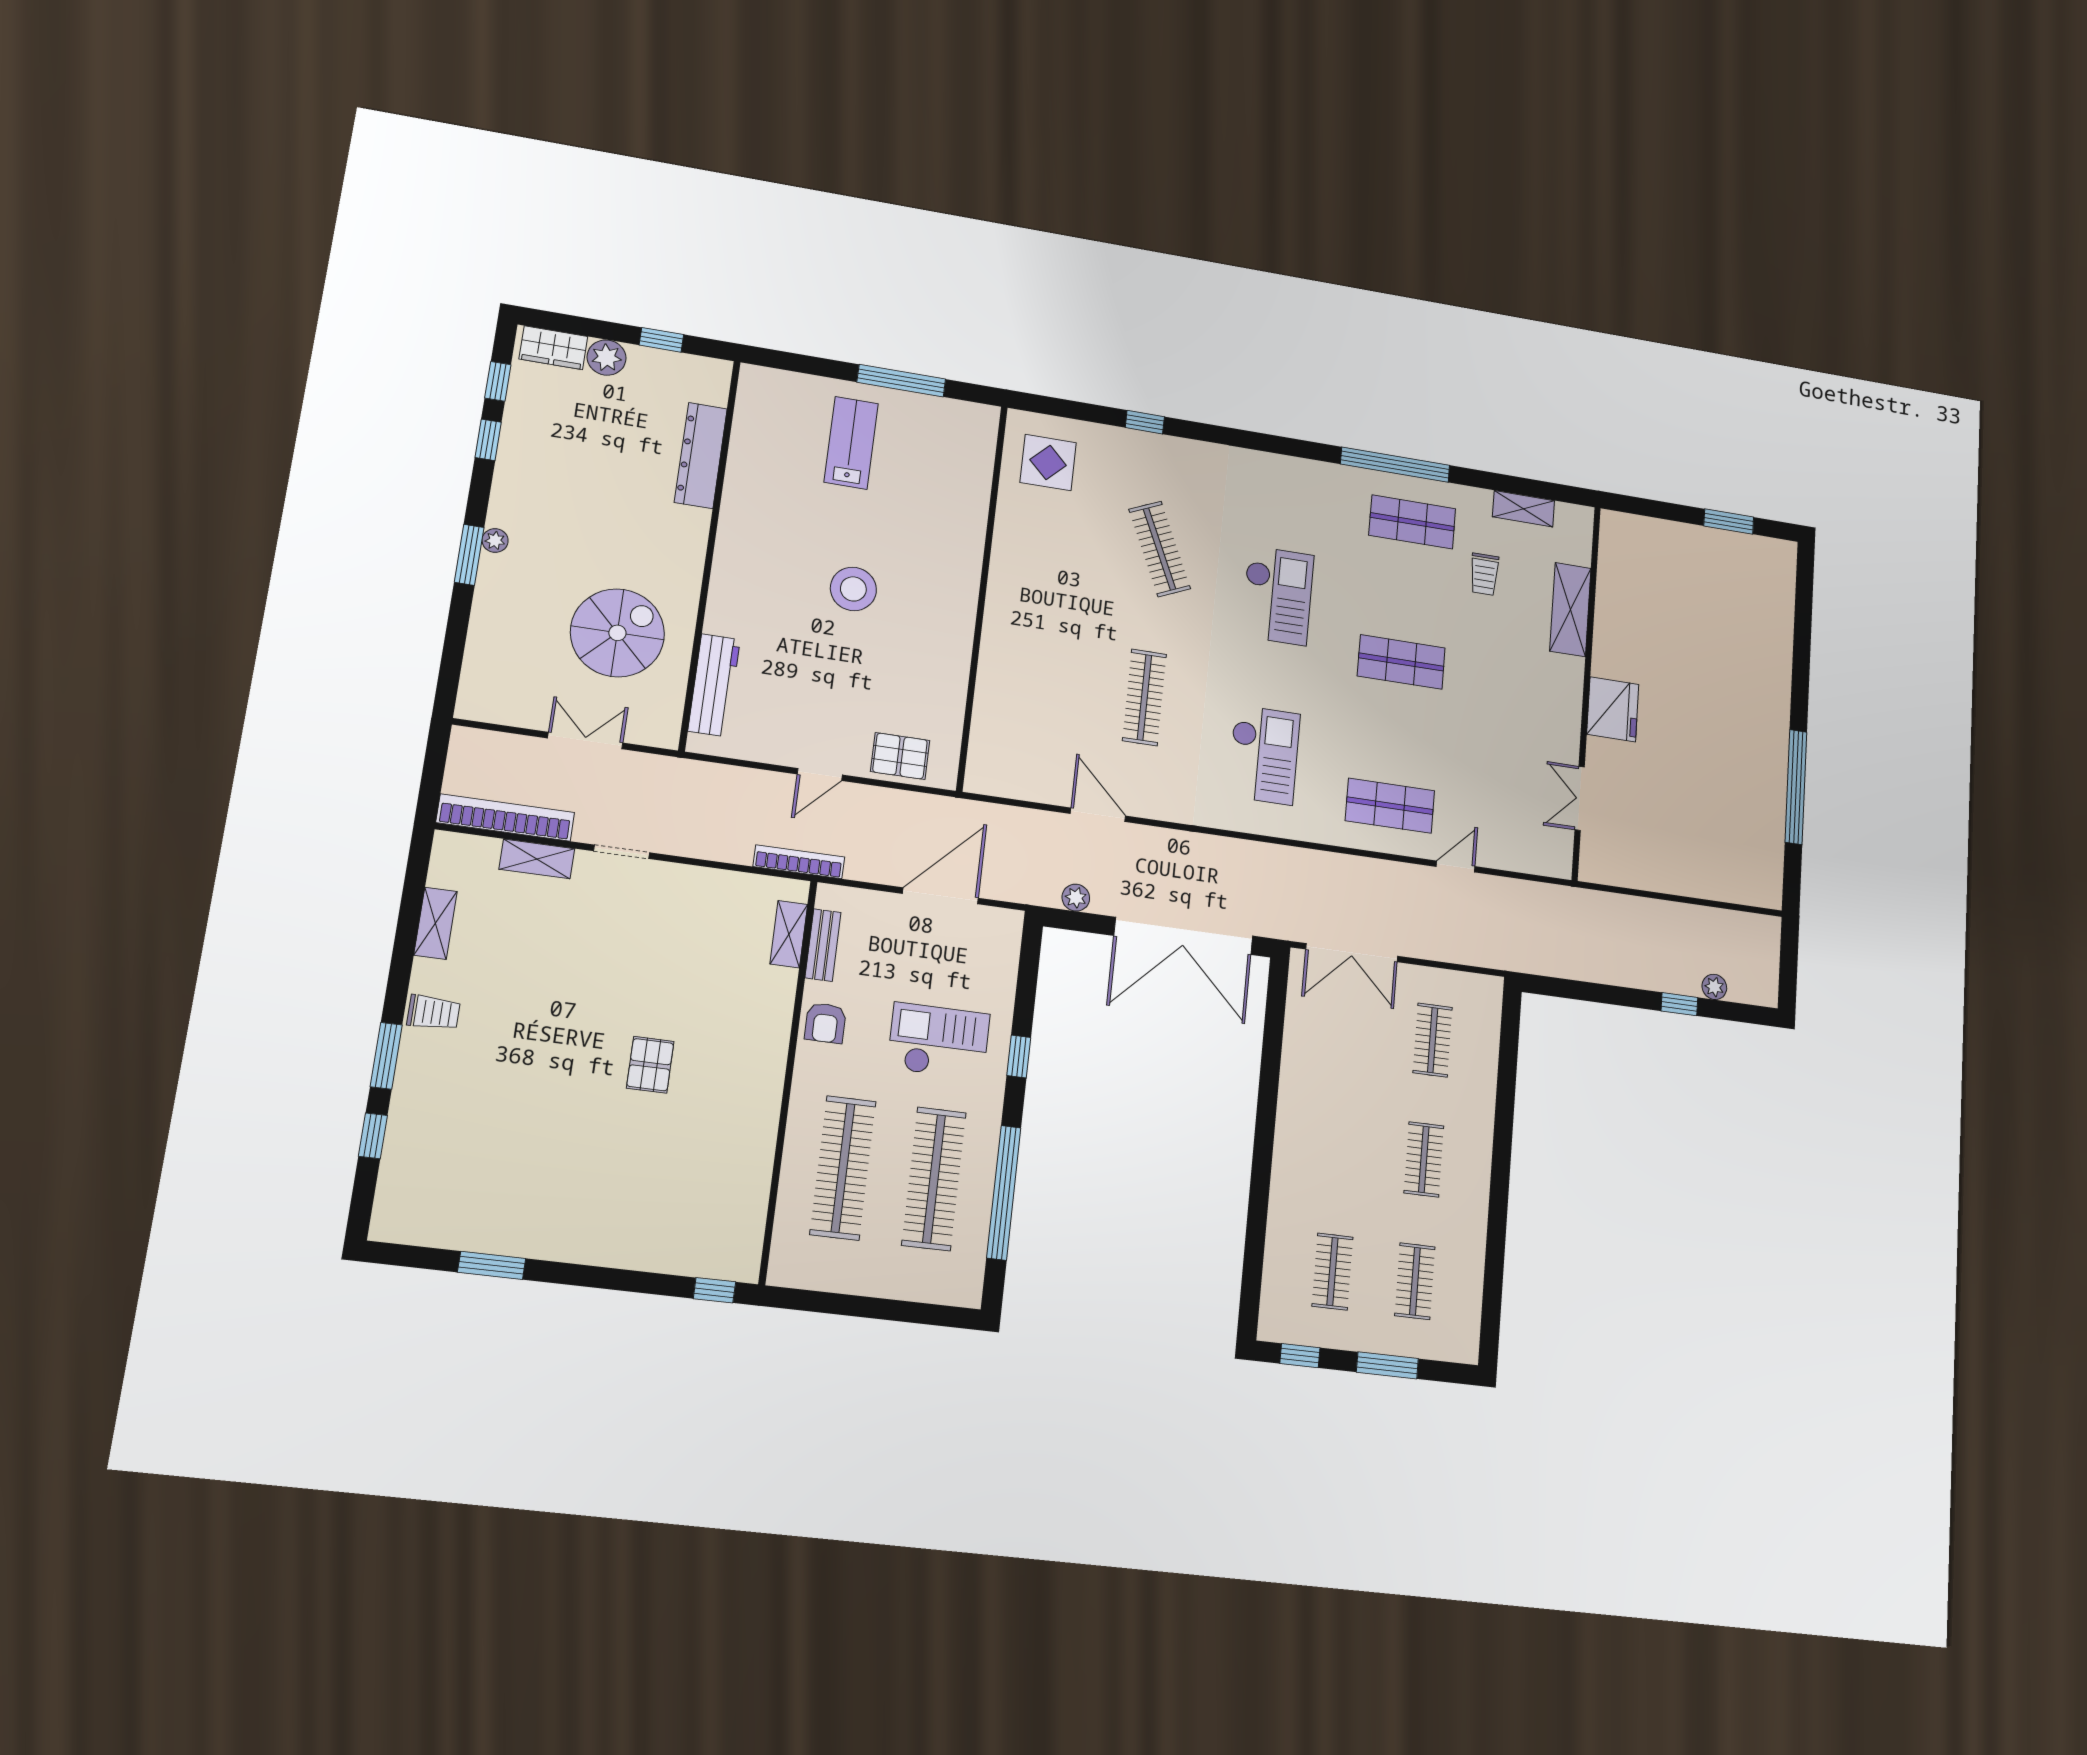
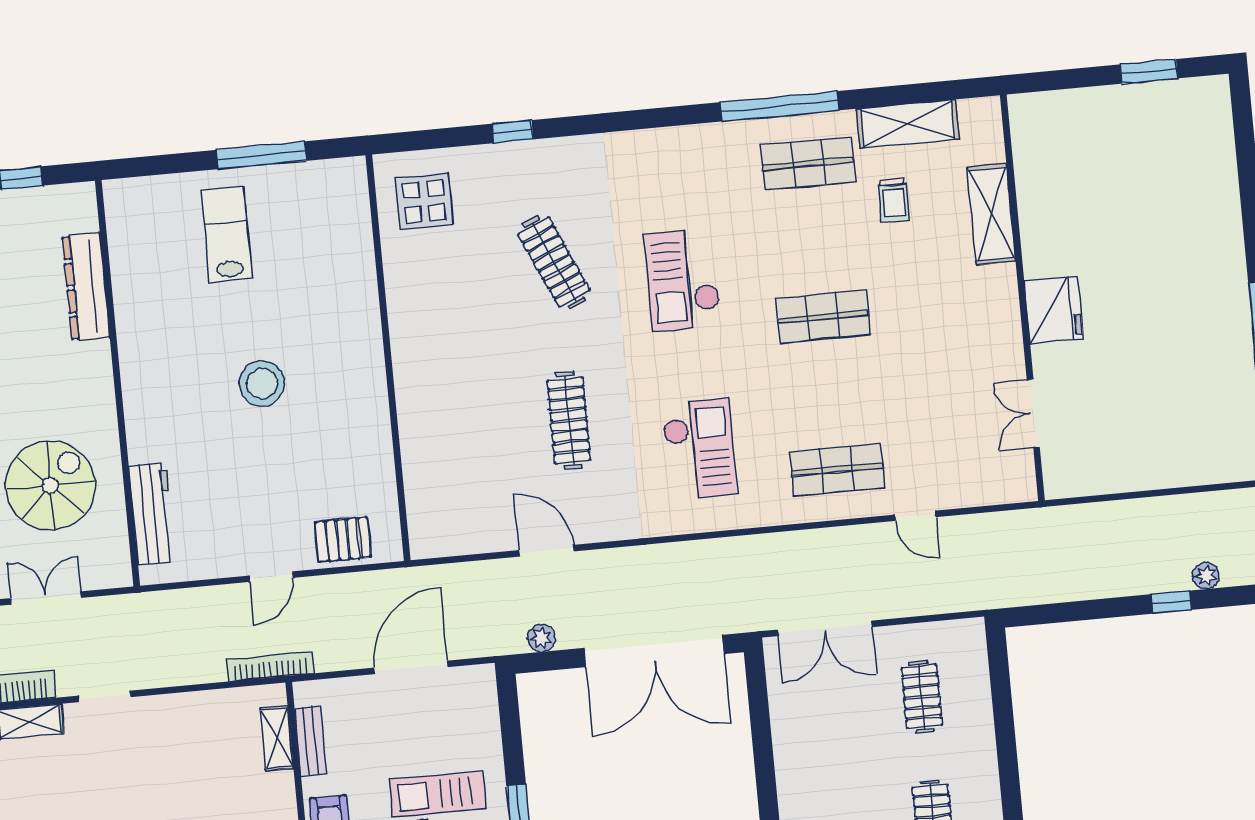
shelving: (1523, 509) -> (908, 124), width x1.50, depth x1.33
checkout: (1277, 595) -> (683, 280), turned 180
door: (1456, 867) -> (915, 516), swing flipped

